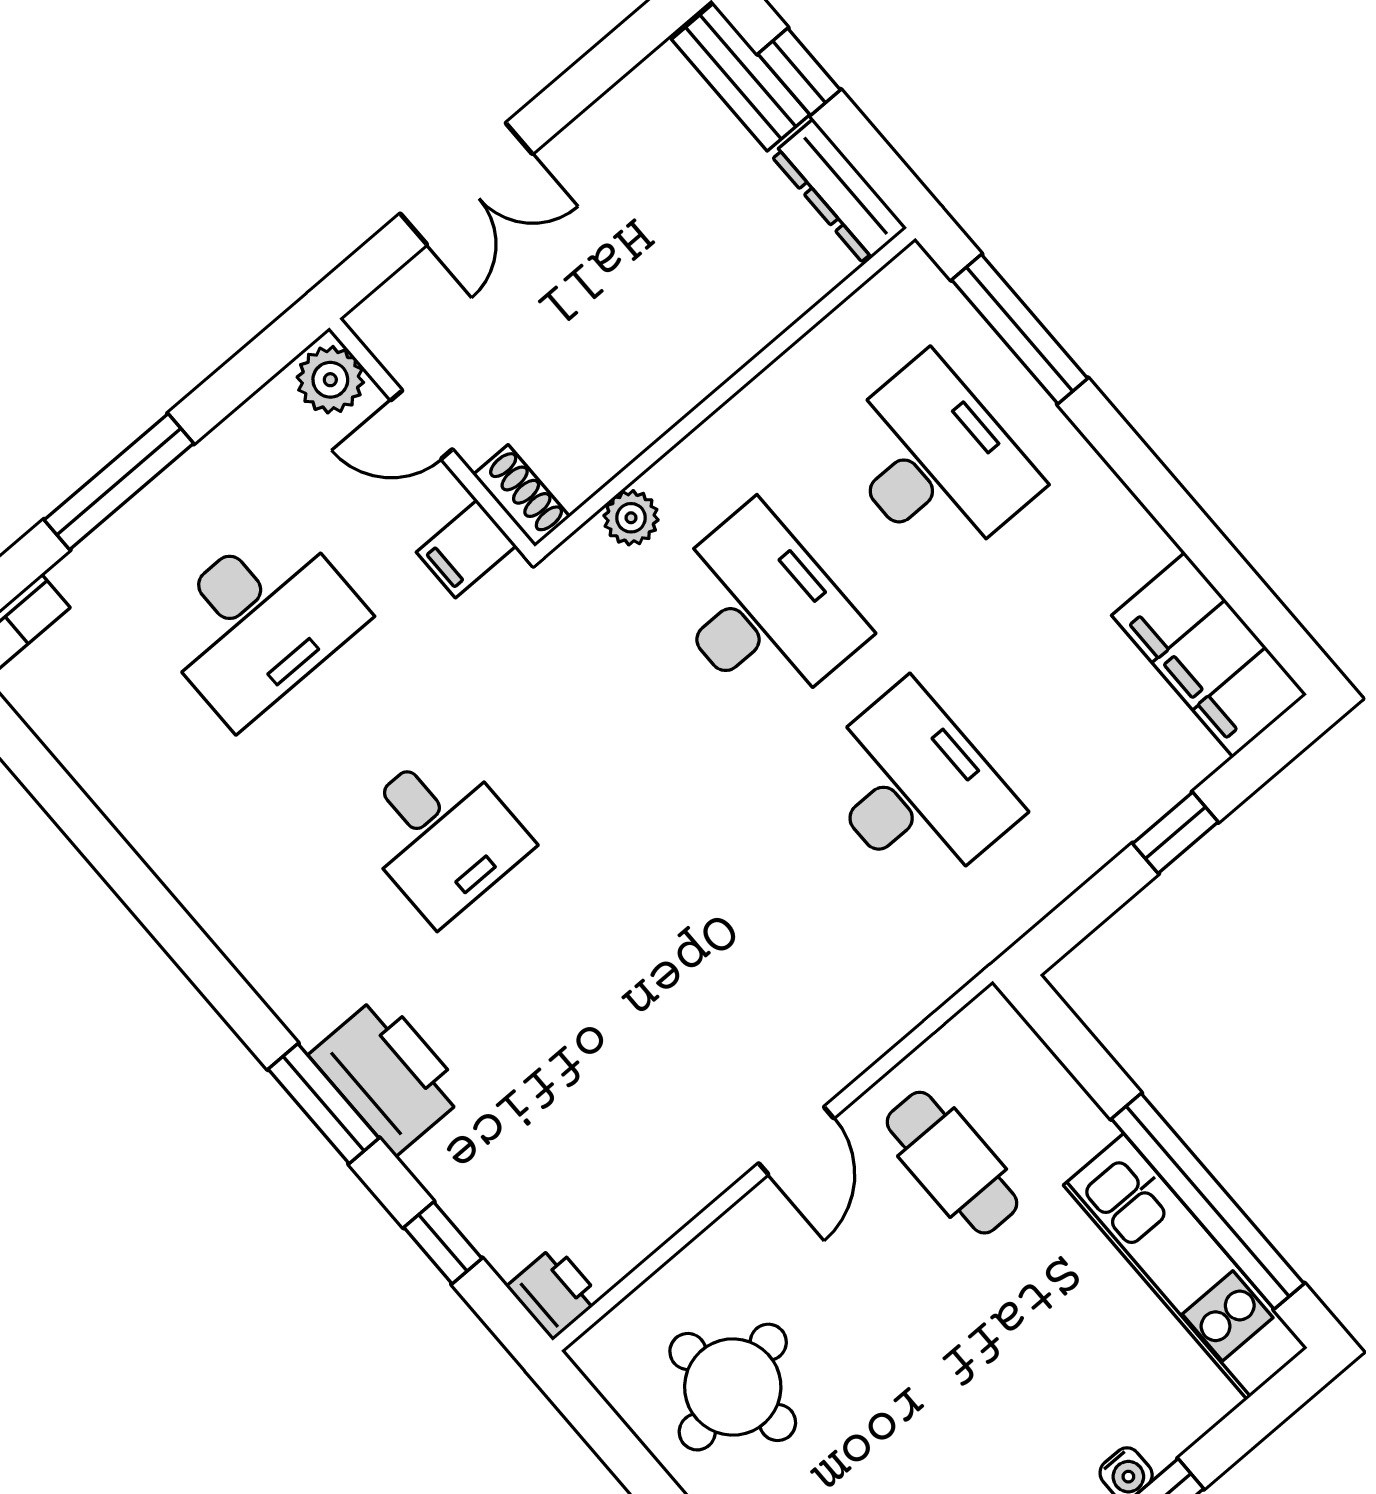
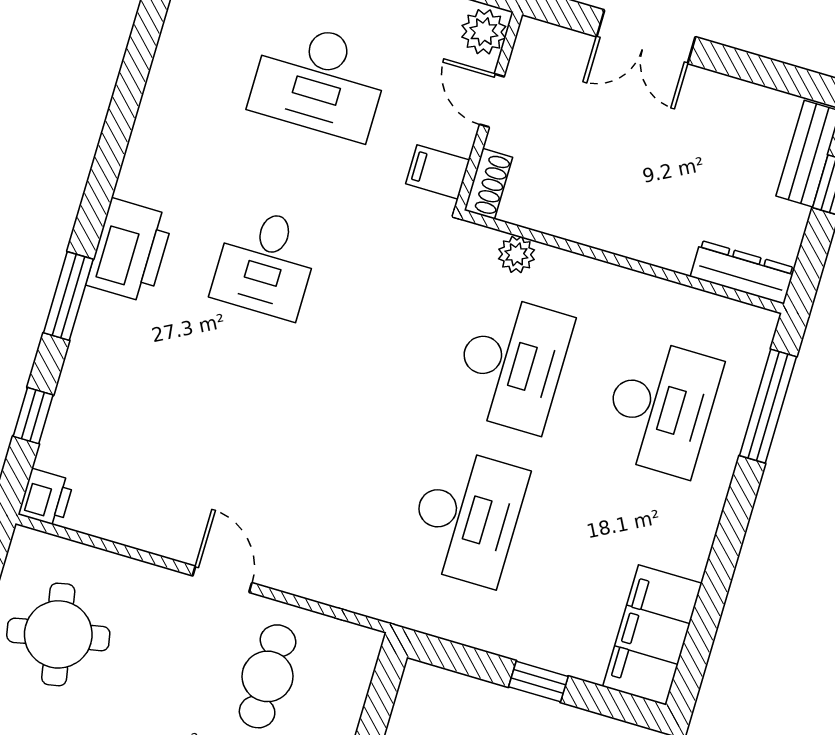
dresser: (839, 192) -> (742, 272), moved, turned 90
printer: (388, 1075) -> (130, 250), moved
door: (796, 1141) -> (222, 579), swing flipped

